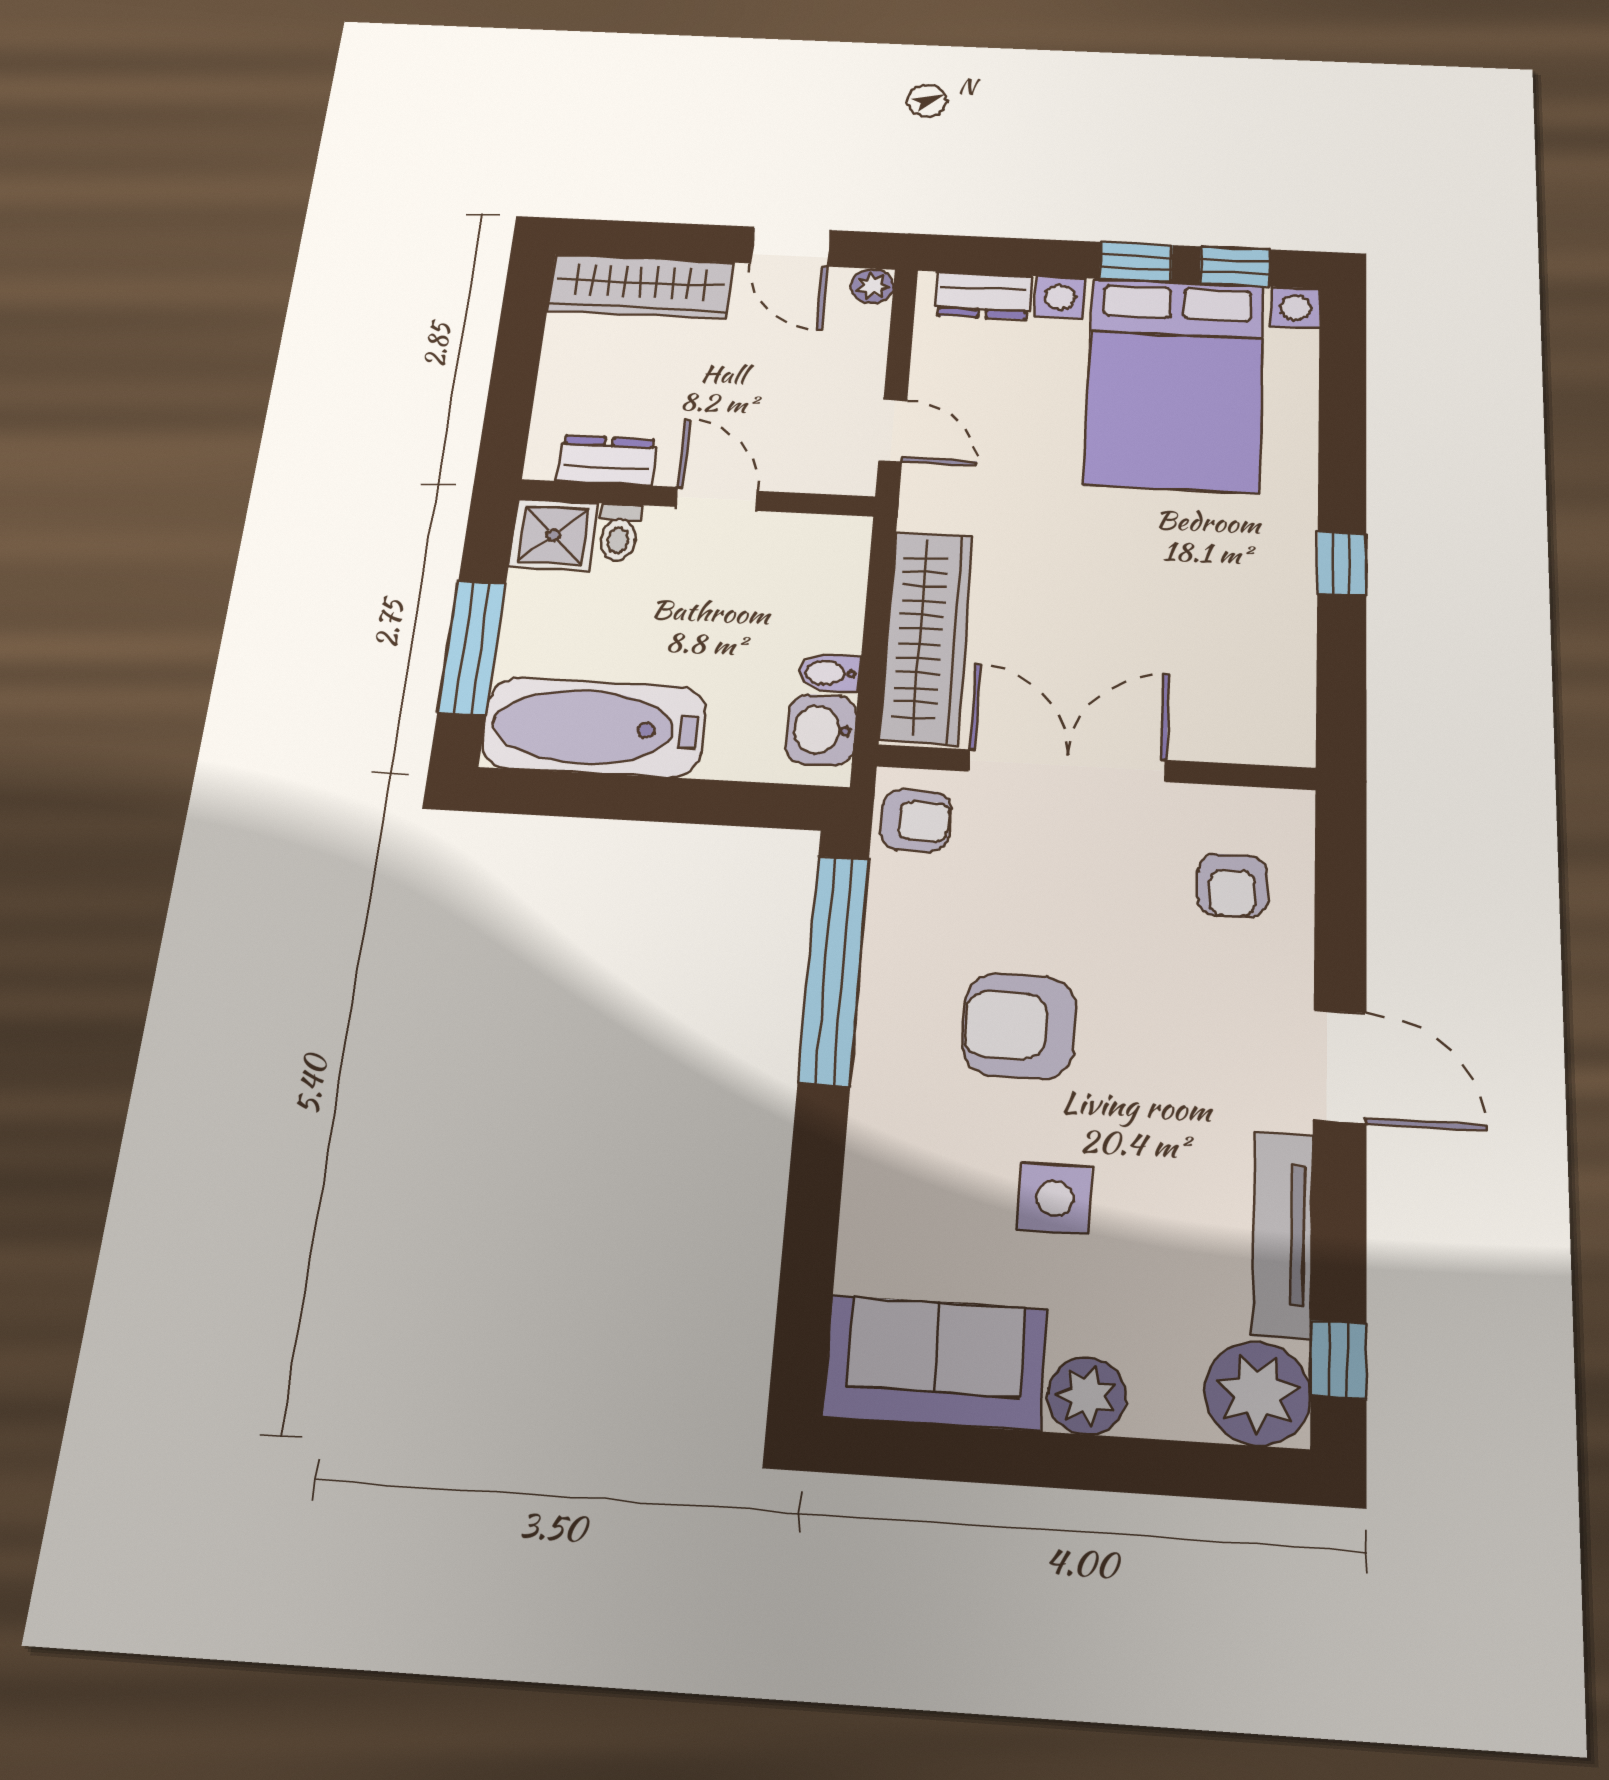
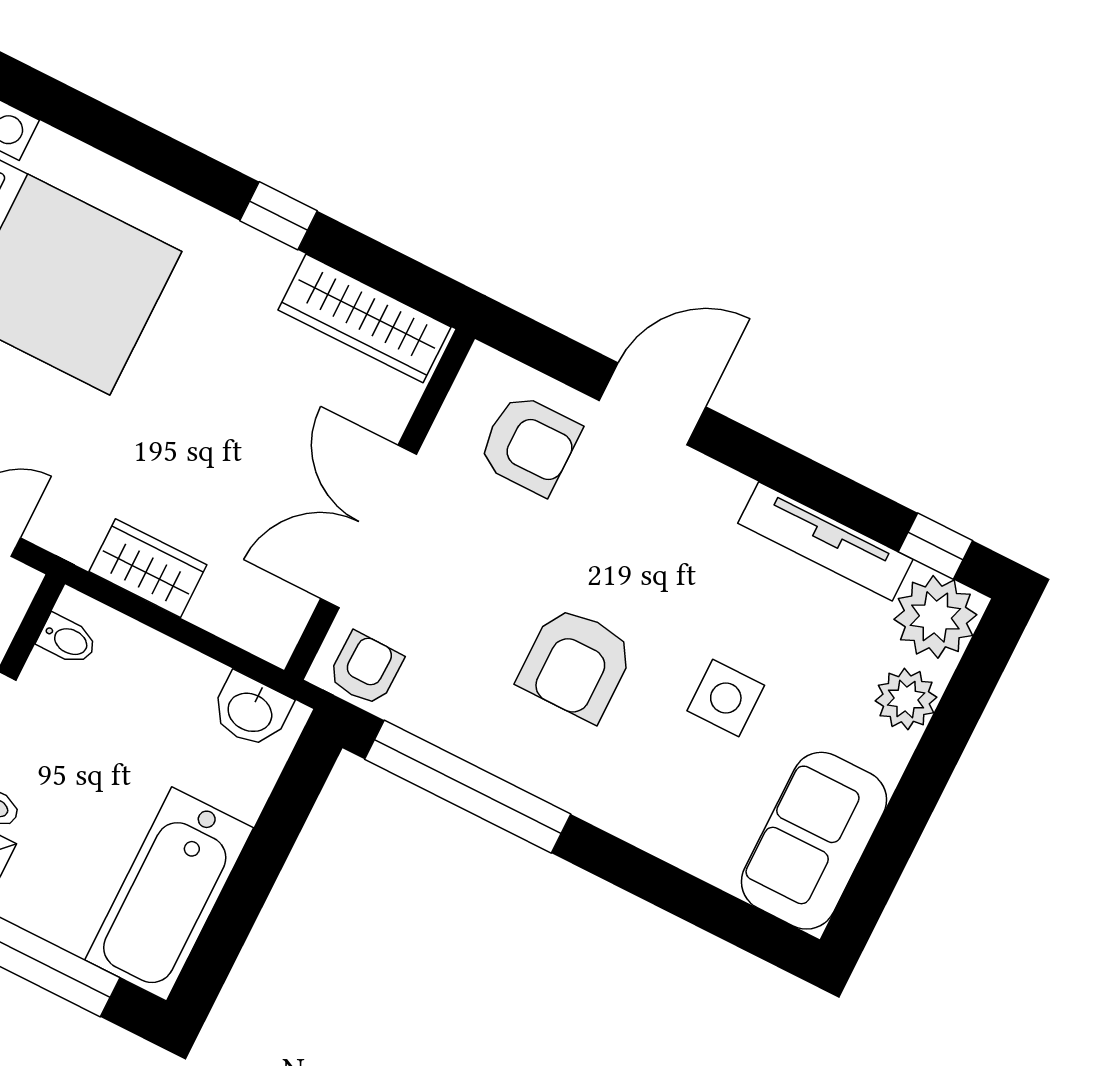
wardrobe: (926, 637) -> (148, 568), width x0.48, depth x0.85
bidet: (829, 673) -> (67, 640), moved, turned -90
wardrobe: (1281, 680) -> (365, 318), added
armchair: (1233, 886) -> (529, 444), width x1.38, depth x1.38
door: (1340, 1066) -> (653, 404), moved
plant: (1087, 1396) -> (906, 699), moved

